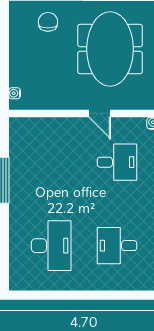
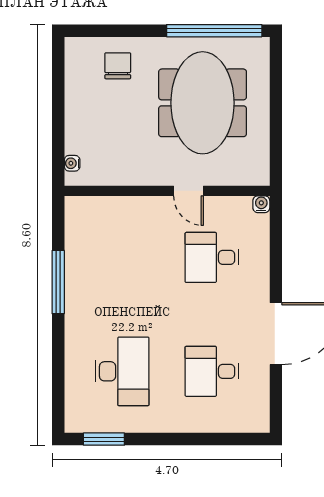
desk: (117, 162) -> (212, 257), turned 180
window: (38, 295) -> (104, 439), added

